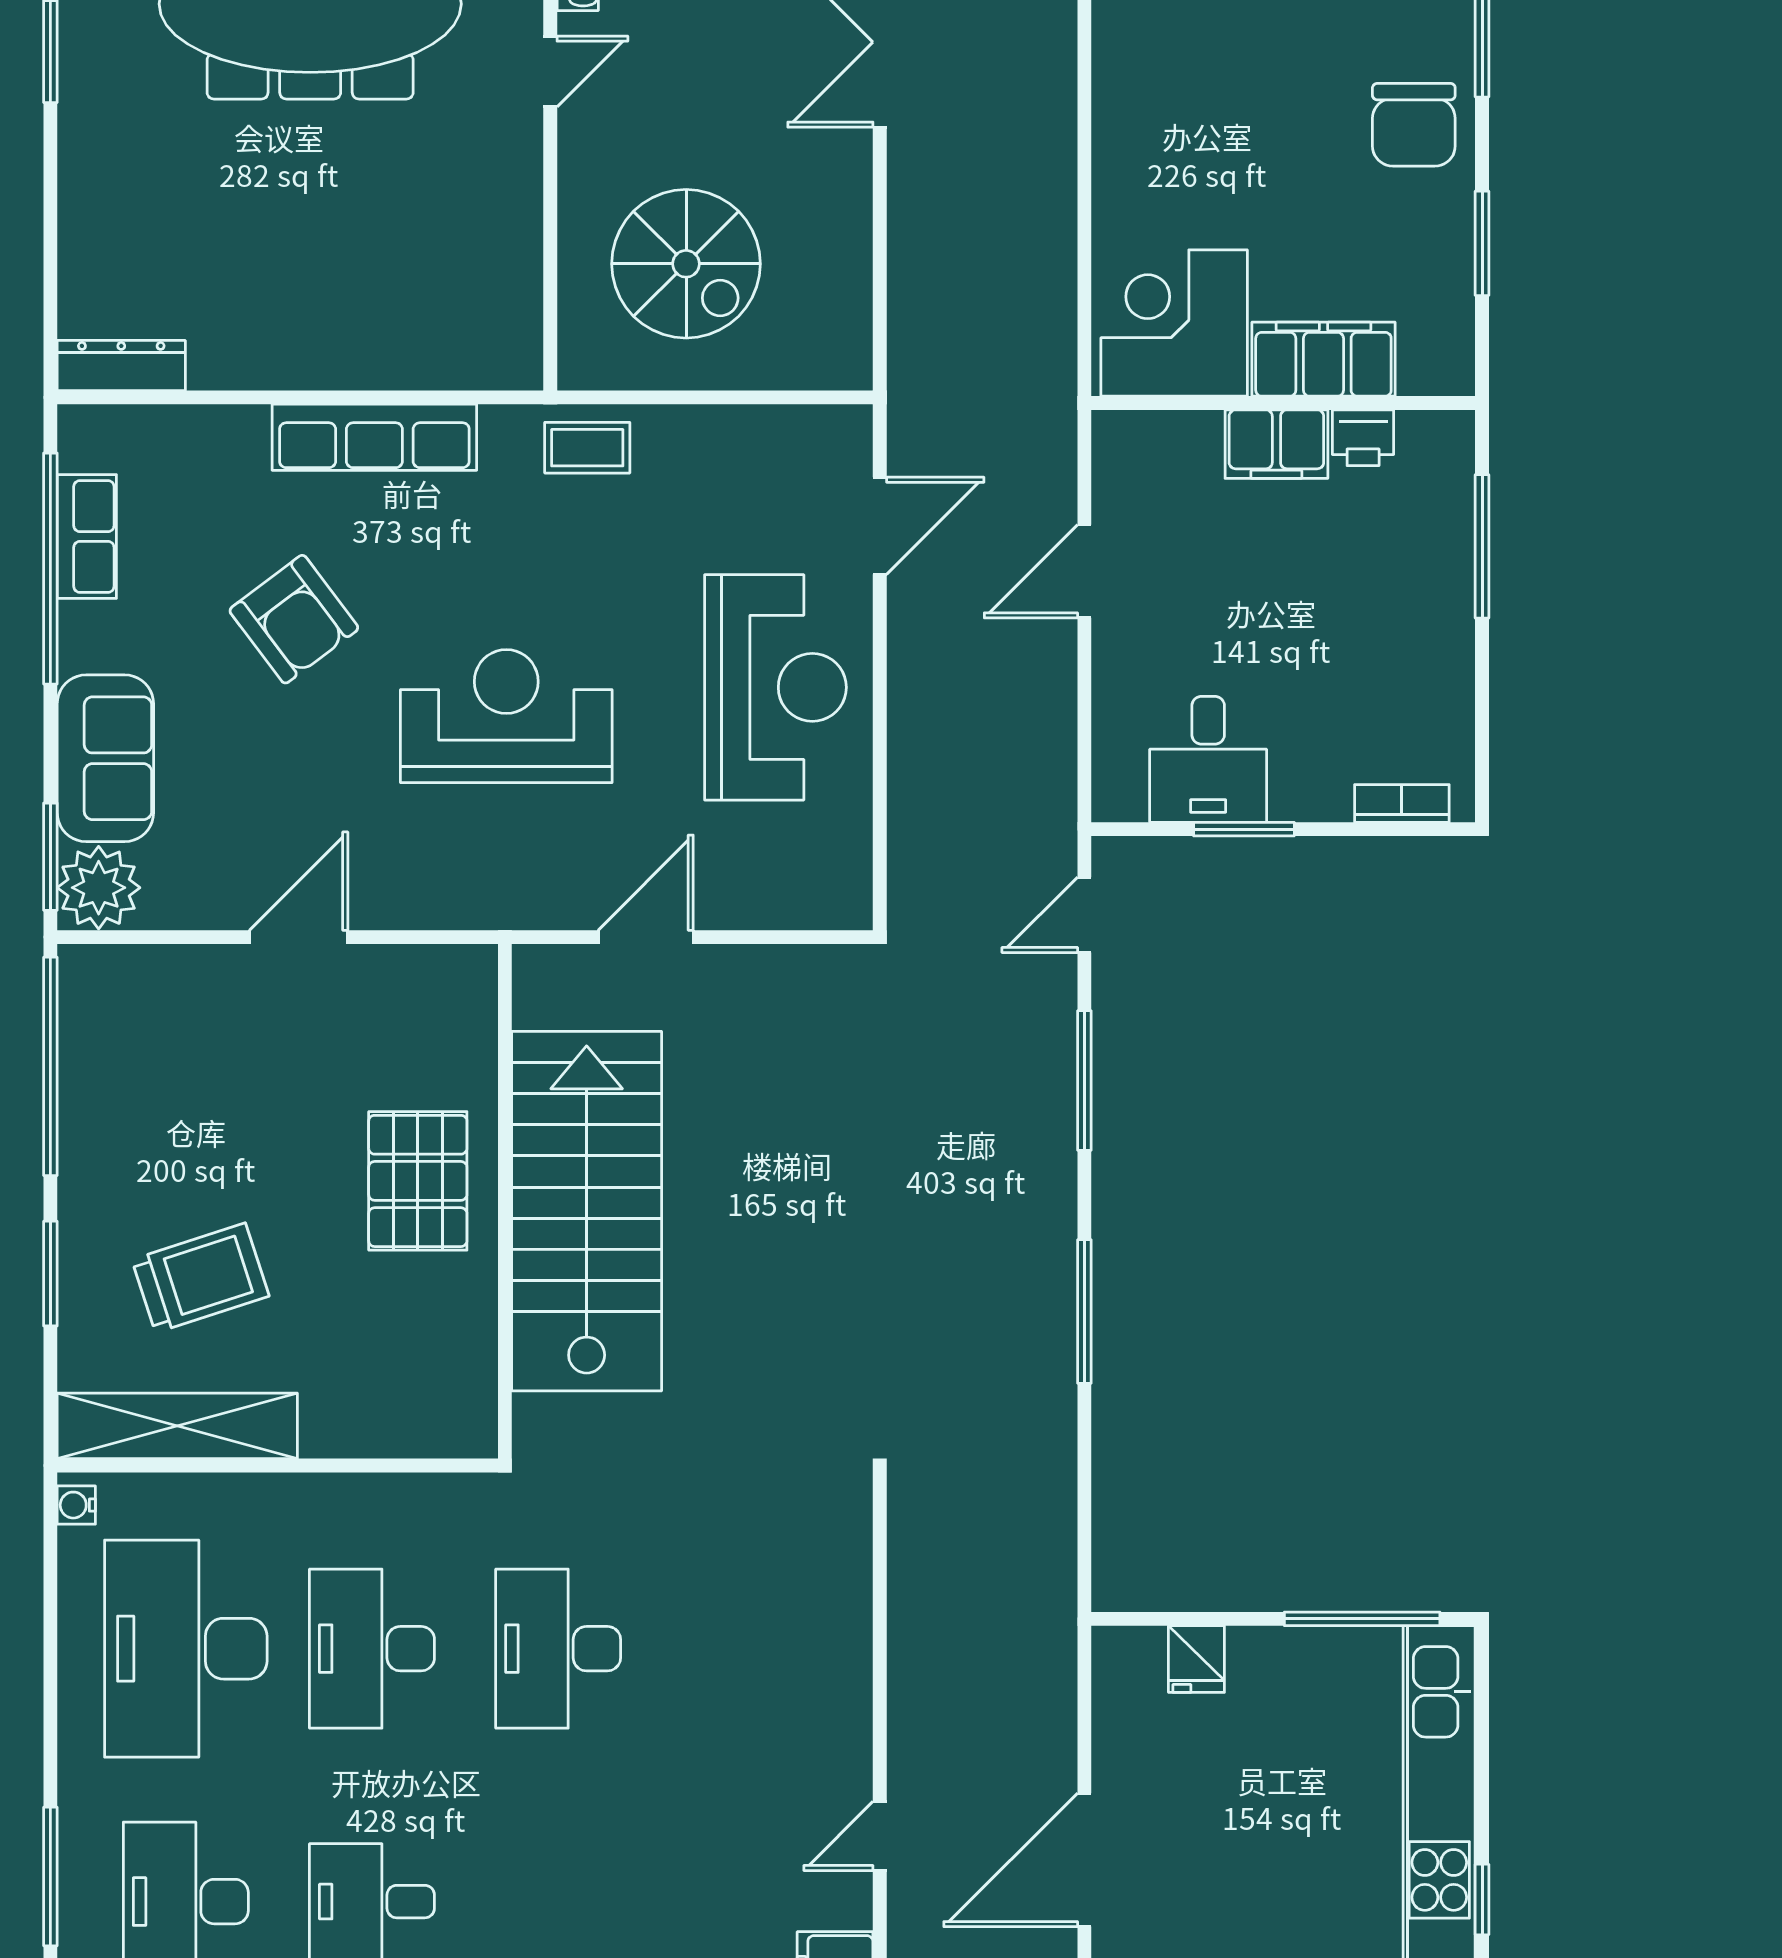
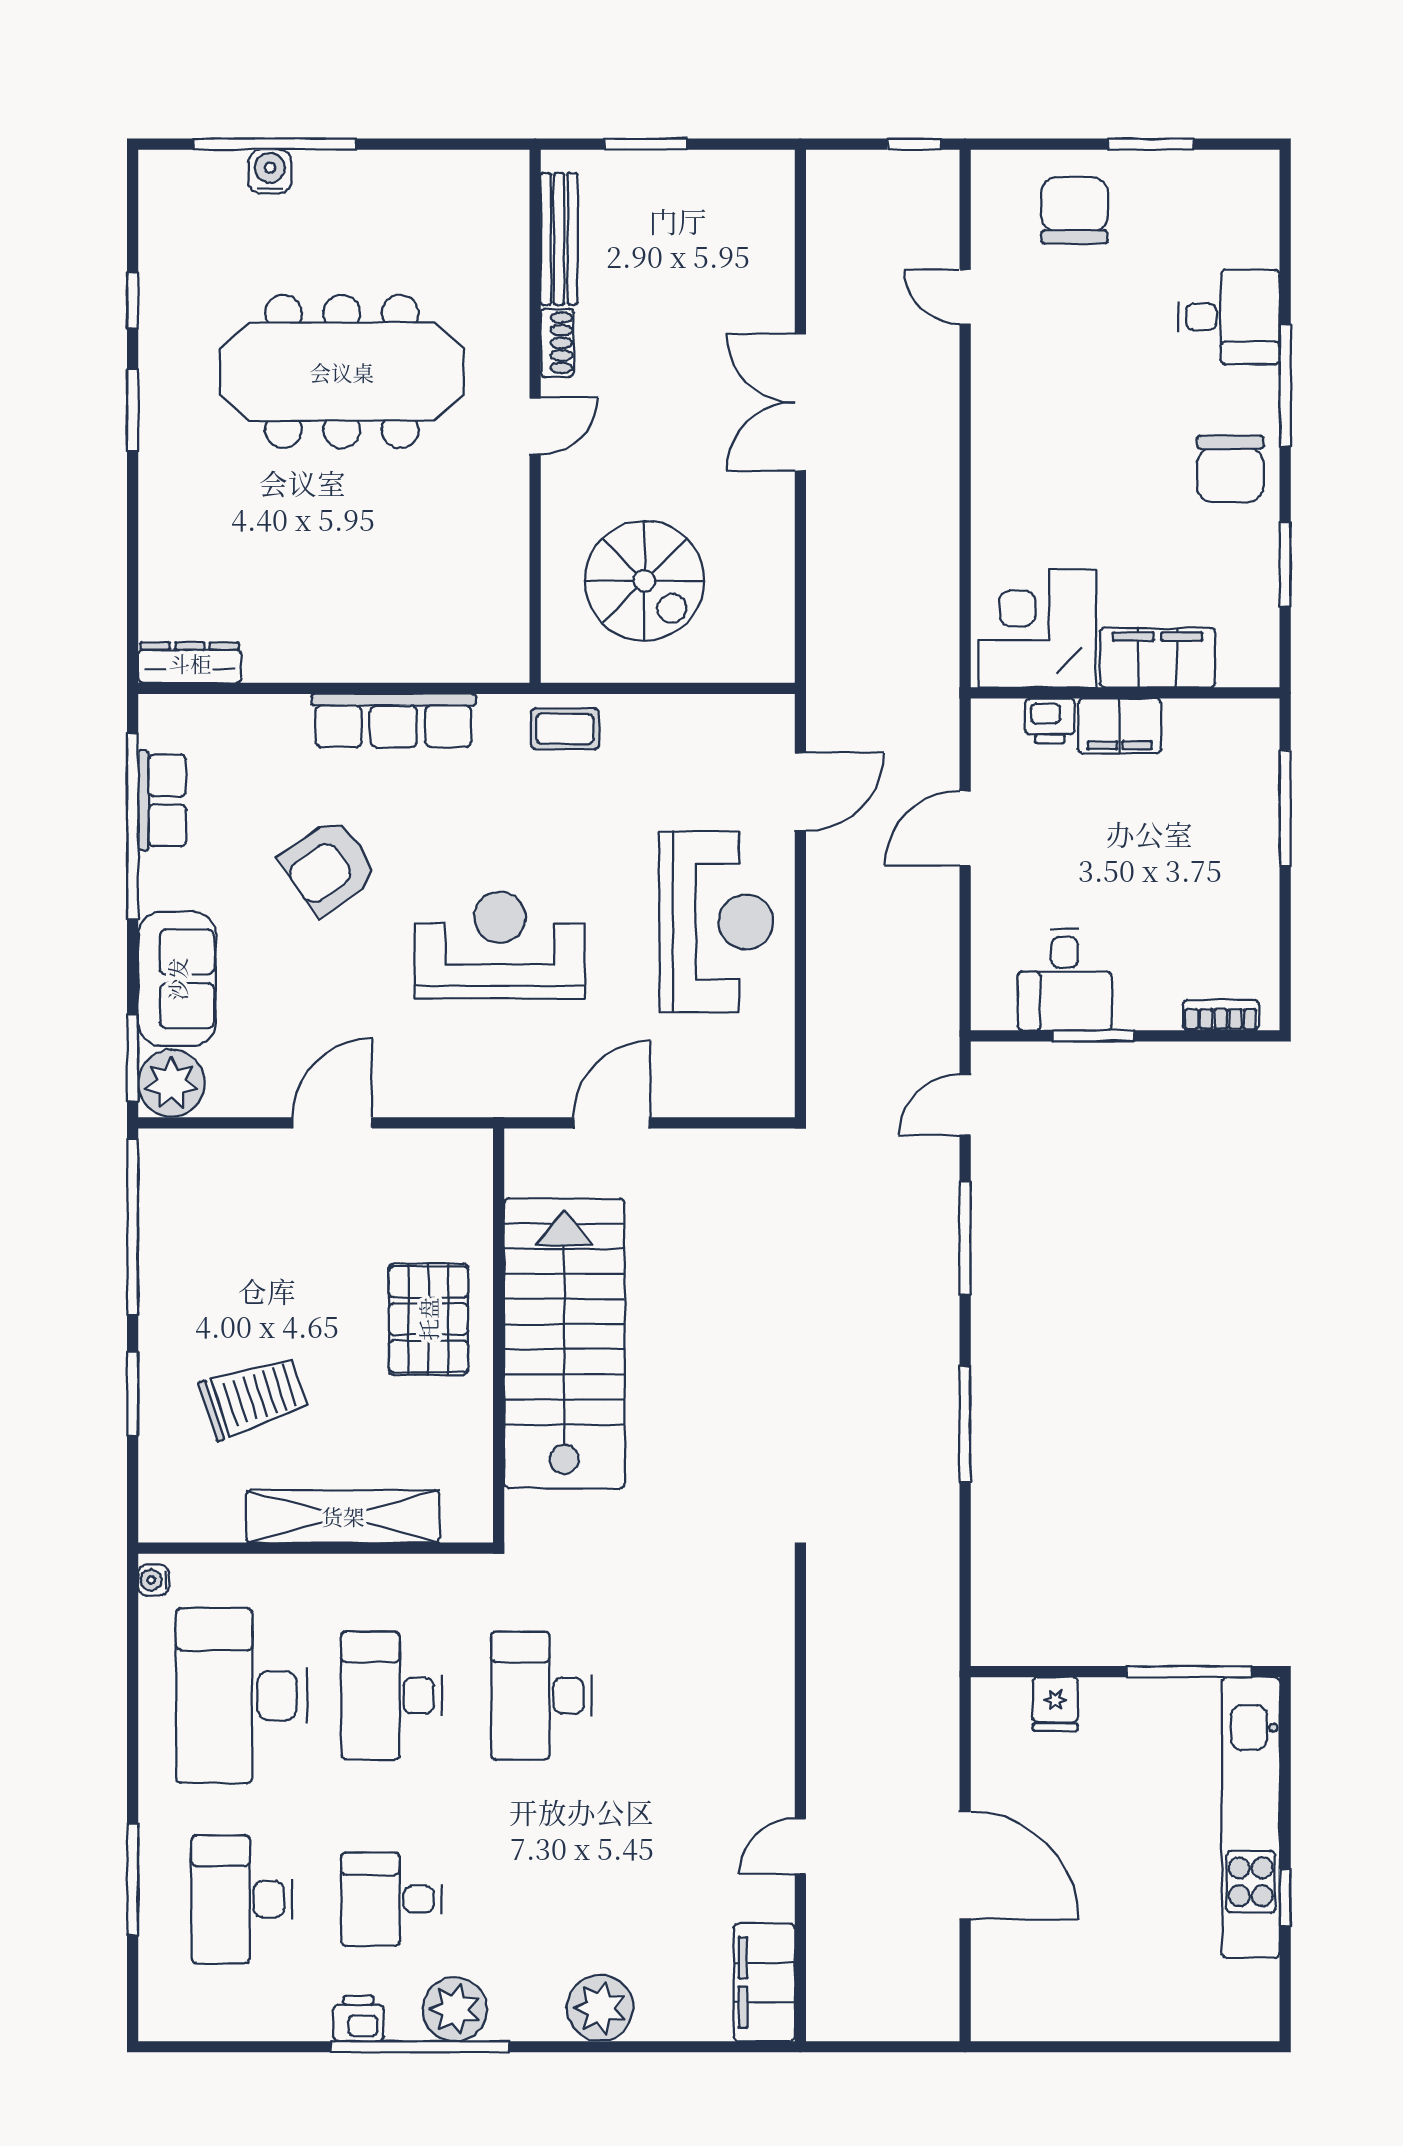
printer: (1363, 438) -> (1050, 721), moved
armchair: (294, 619) -> (329, 867), turned 92
shelving: (177, 1426) -> (343, 1516), moved
door: (1084, 1860) -> (965, 1866), swing flipped

